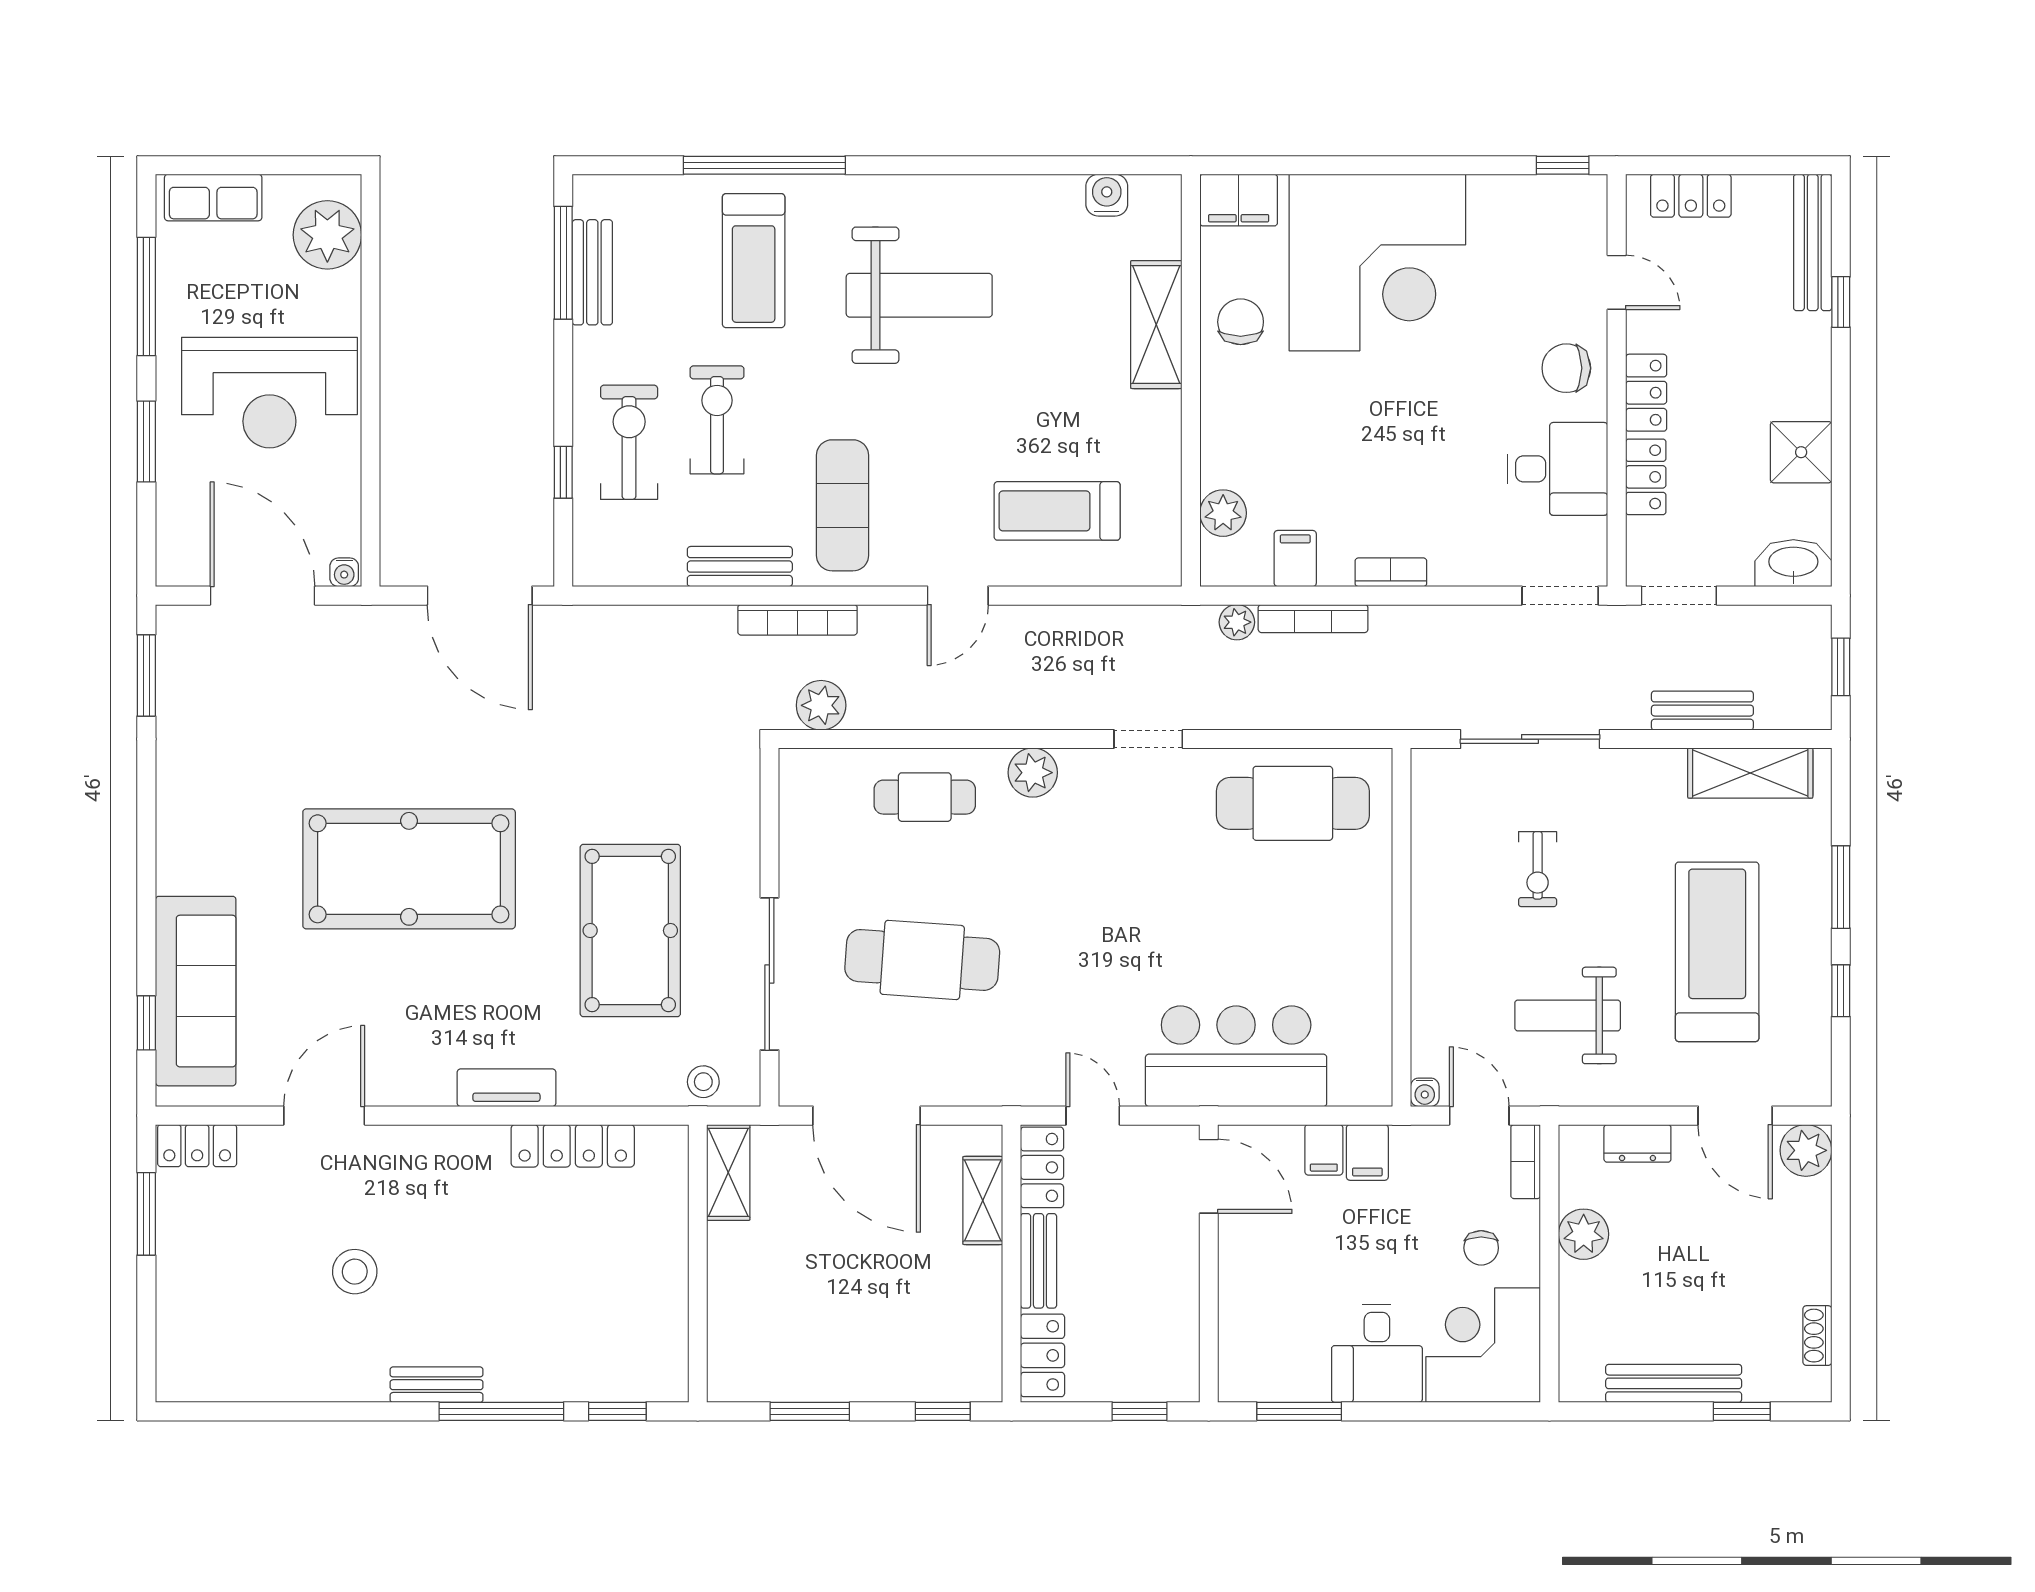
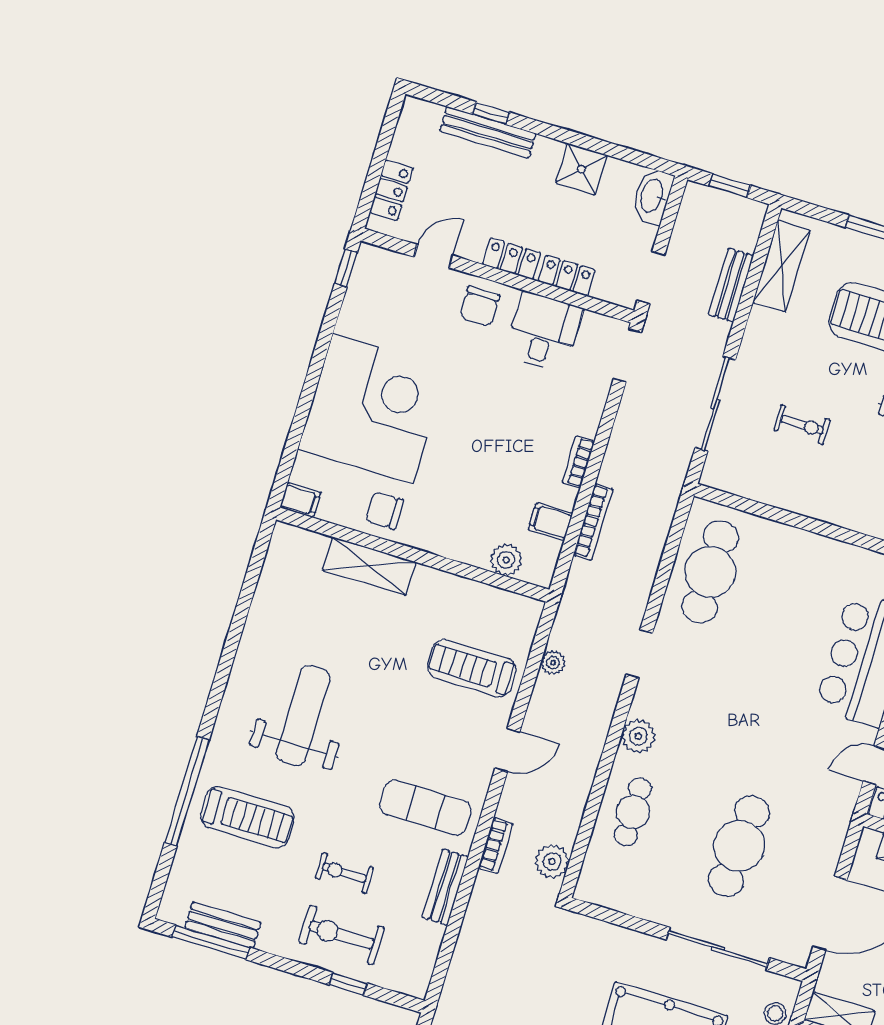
water cooler: (1107, 195) -> (275, 573), removed
filing cabinet: (1239, 200) -> (300, 500), width x0.50
bench: (1813, 242) -> (488, 132), moved
exercise bike: (717, 420) -> (344, 873), width x0.73, depth x0.72
treadmill: (1057, 511) -> (472, 668), turned 90
door: (958, 596) -> (507, 750), hinge flipped
bookcase: (797, 620) -> (496, 846), width x0.64
plant: (1237, 622) -> (553, 663), moved

